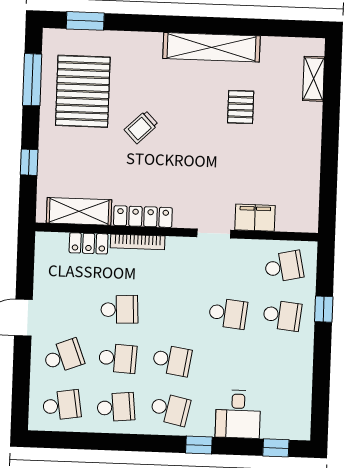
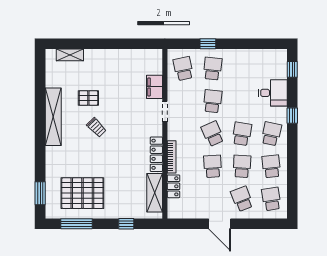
trolley: (141, 127) -> (96, 127), moved
school desk: (174, 311) -> (213, 134), added

